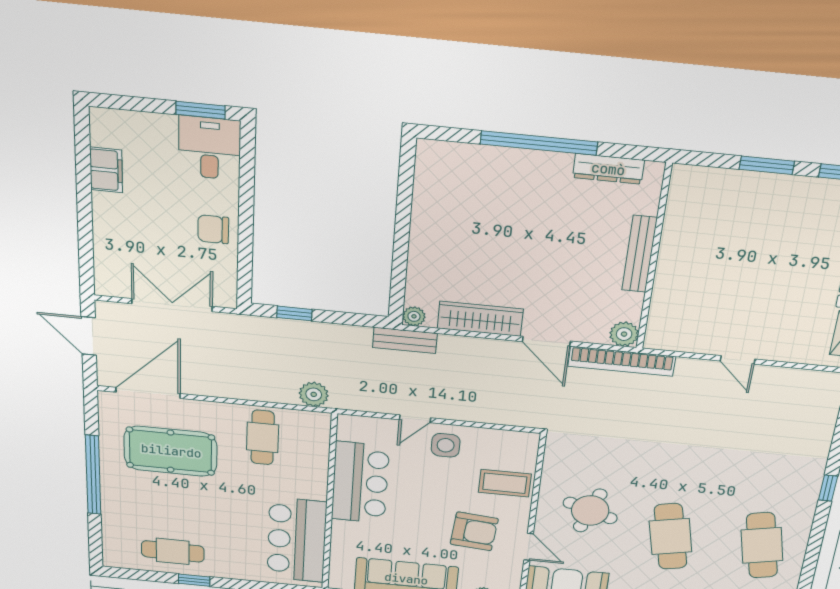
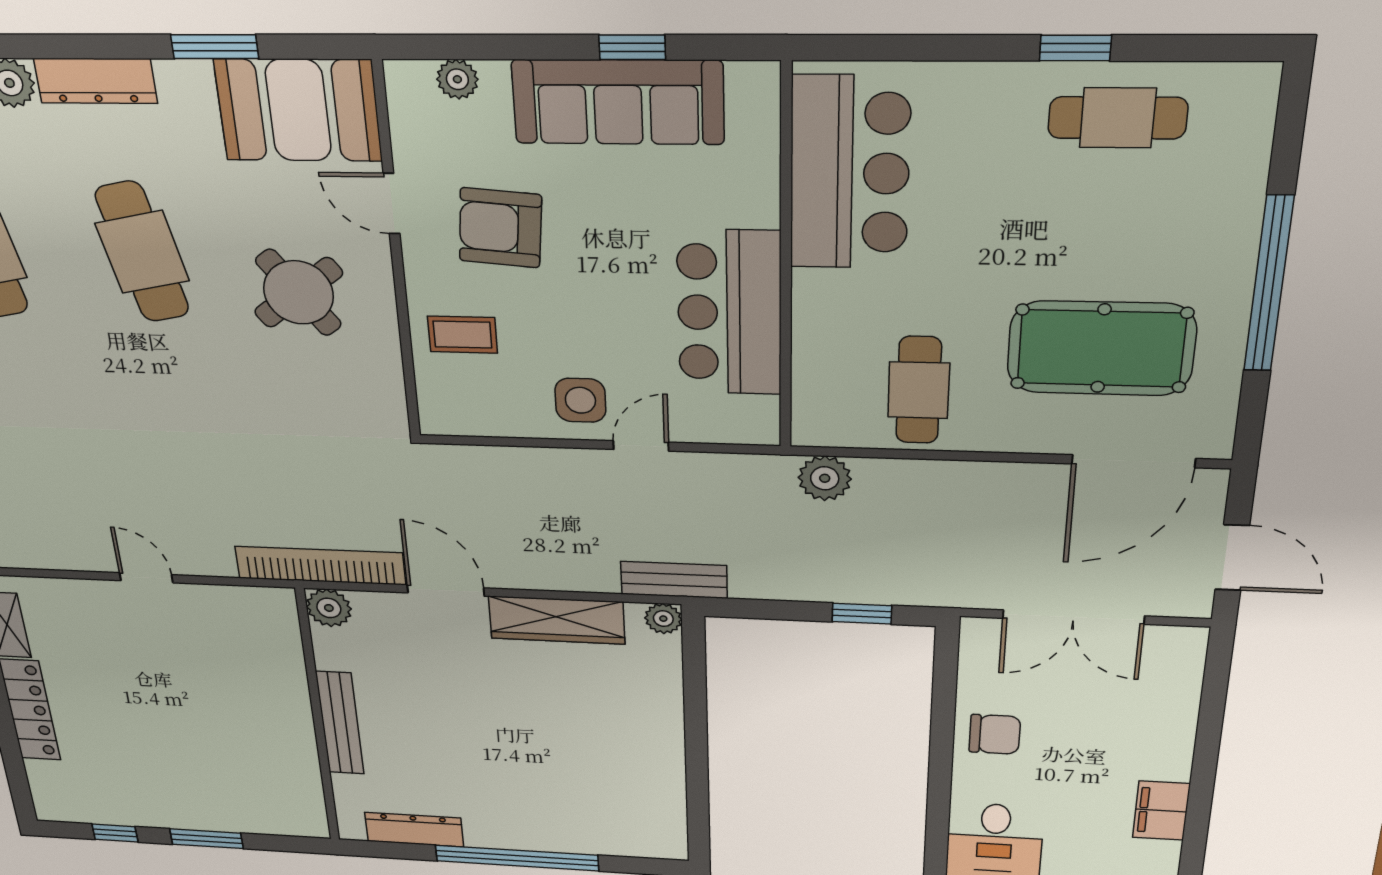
coffee table: (505, 483) -> (462, 335), width x0.73, depth x0.77
round table: (590, 511) -> (298, 292), turned 34

